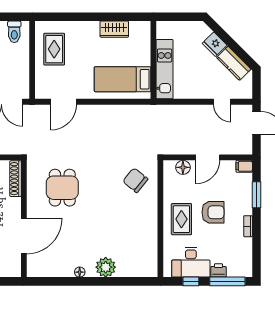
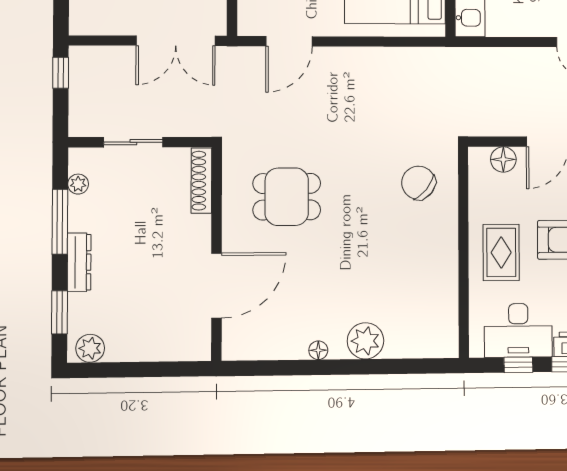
dining table: (62, 188) -> (287, 197), turned 90

